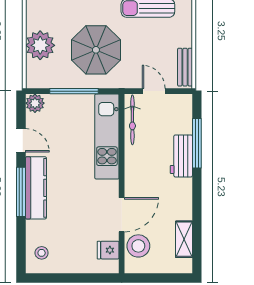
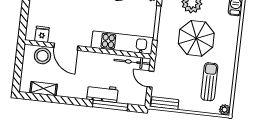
parasol: (96, 50) -> (196, 38), moved
door: (154, 91) -> (150, 79), swing flipped

